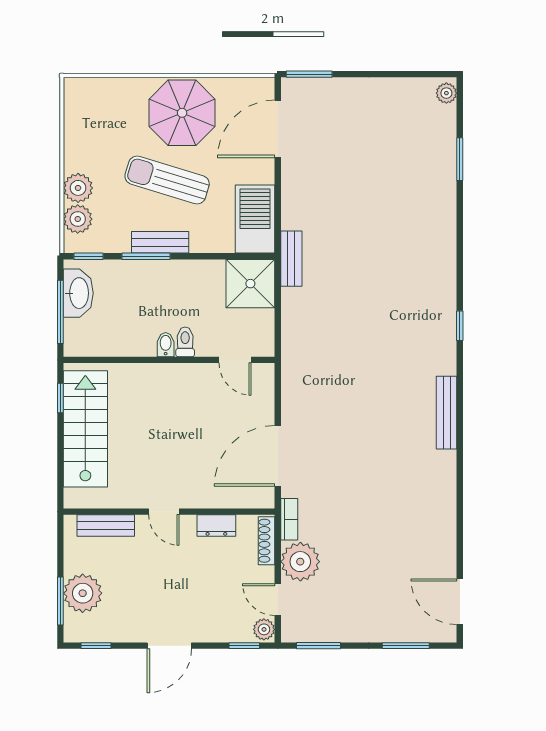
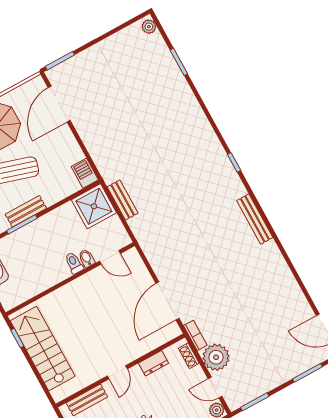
barbecue: (255, 219) -> (85, 173), width x0.53, depth x0.65
bench: (291, 259) -> (123, 200), moved
bidet: (166, 345) -> (87, 258), moved
door: (164, 512) -> (117, 372), hinge flipped
shoe rack: (266, 541) -> (189, 356), width x0.70

